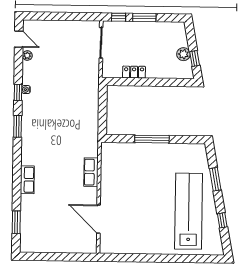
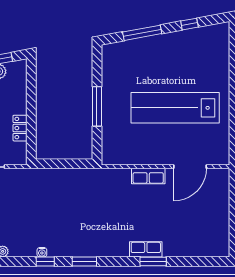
row of seats: (91, 172) -> (148, 176), moved
window: (215, 179) -> (142, 33), width x1.44
lab bench: (189, 211) -> (175, 108), moved
window: (16, 222) -> (153, 261), moved

